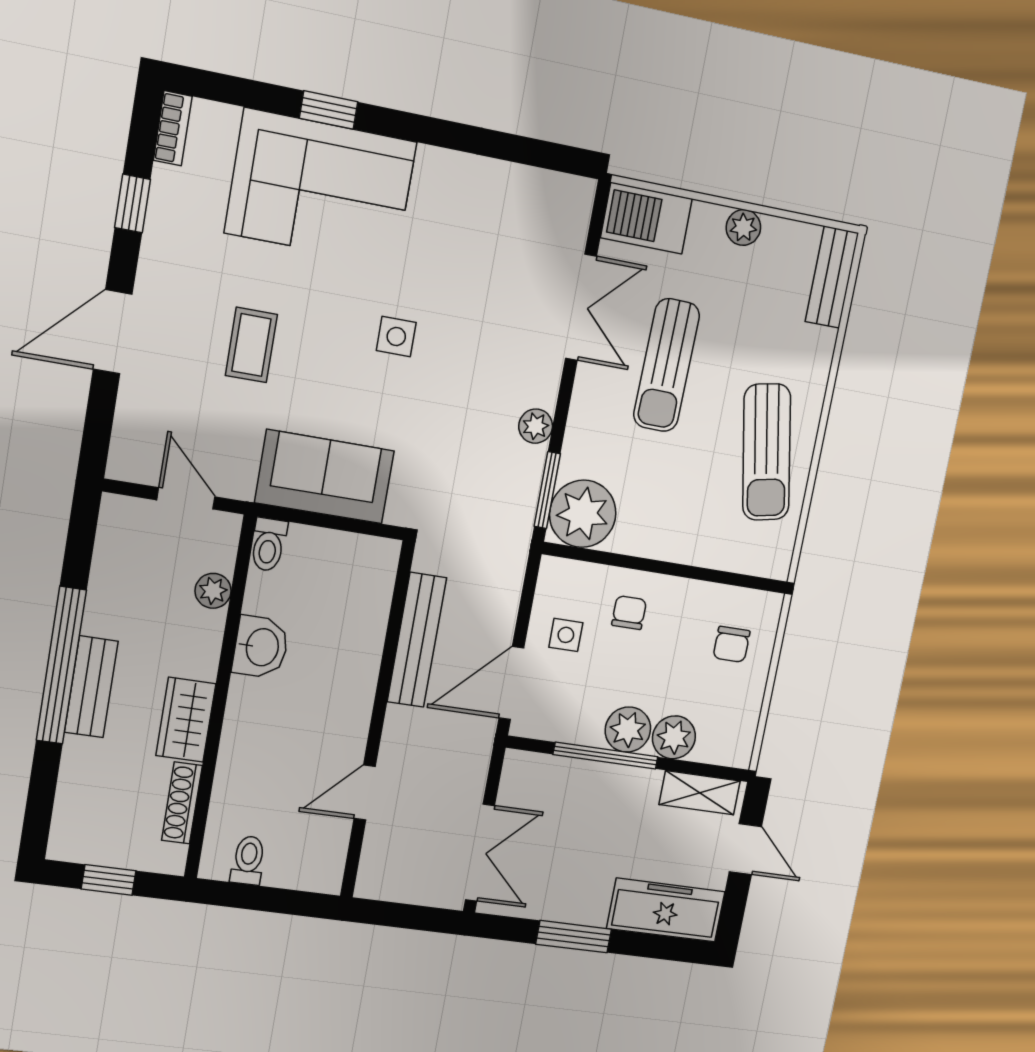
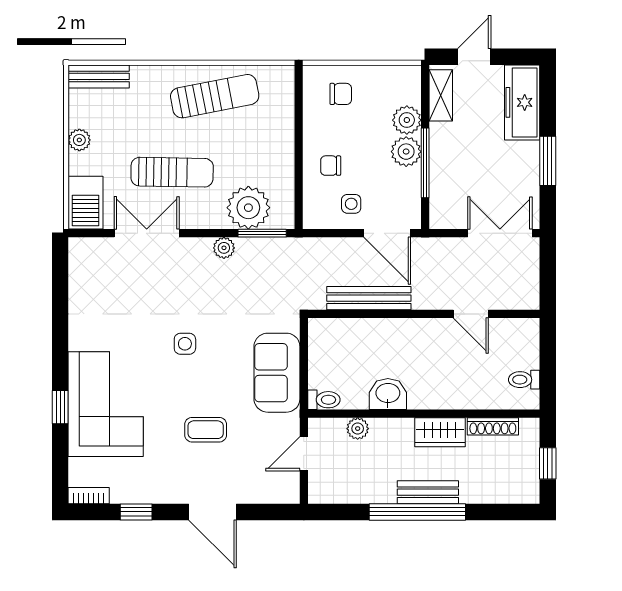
plant: (583, 514) -> (248, 208), moved

